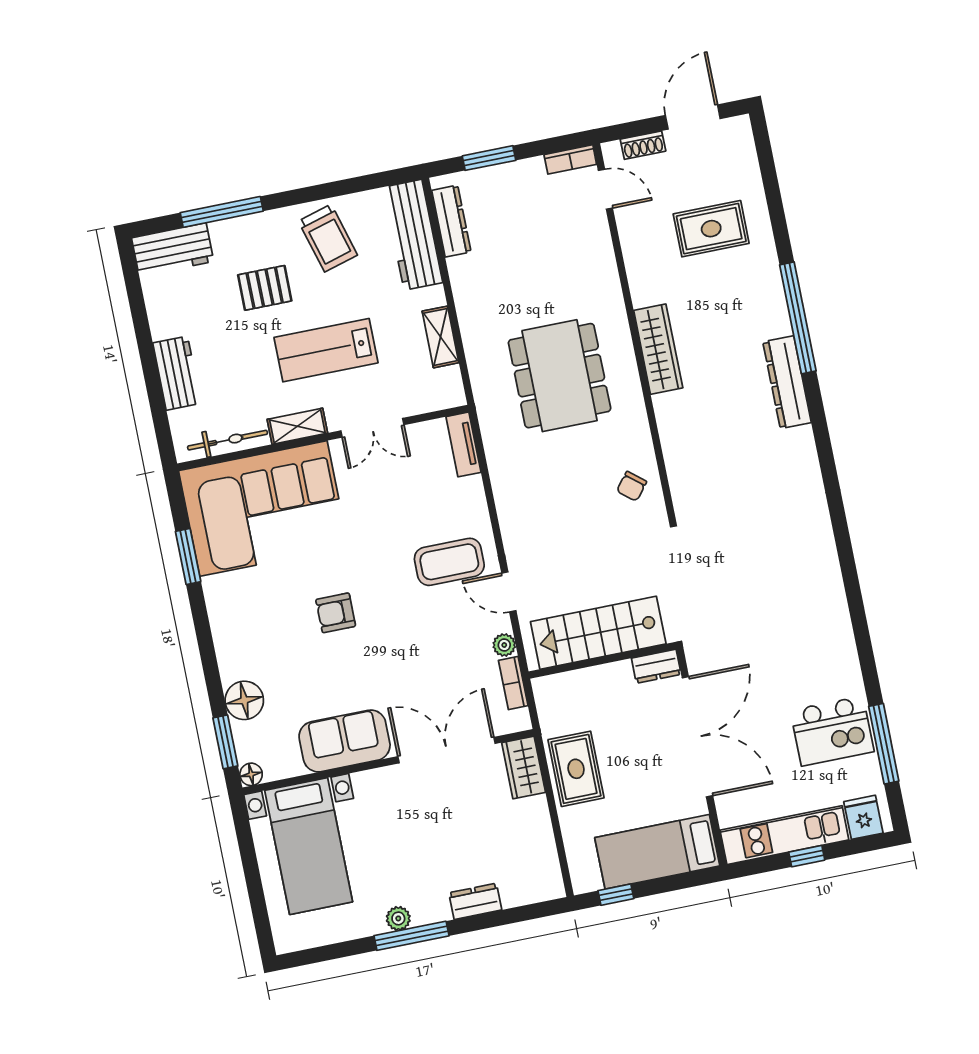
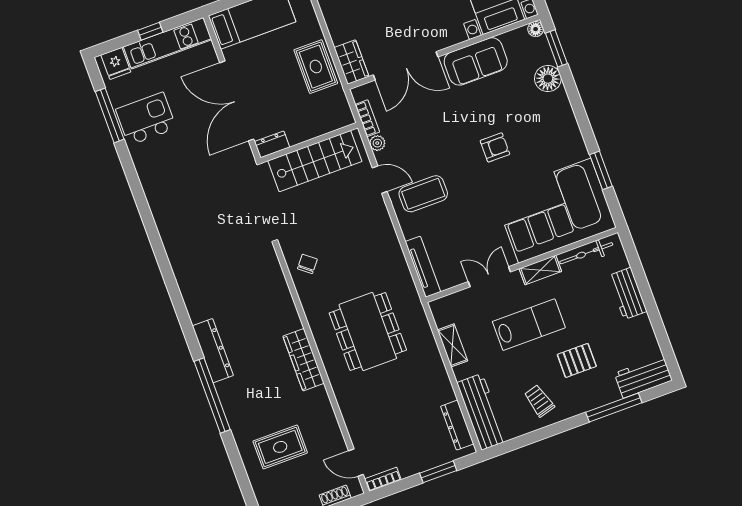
trolley: (328, 238) -> (539, 401), width x0.73, depth x0.72
tv unit: (463, 444) -> (423, 267), width x1.41

